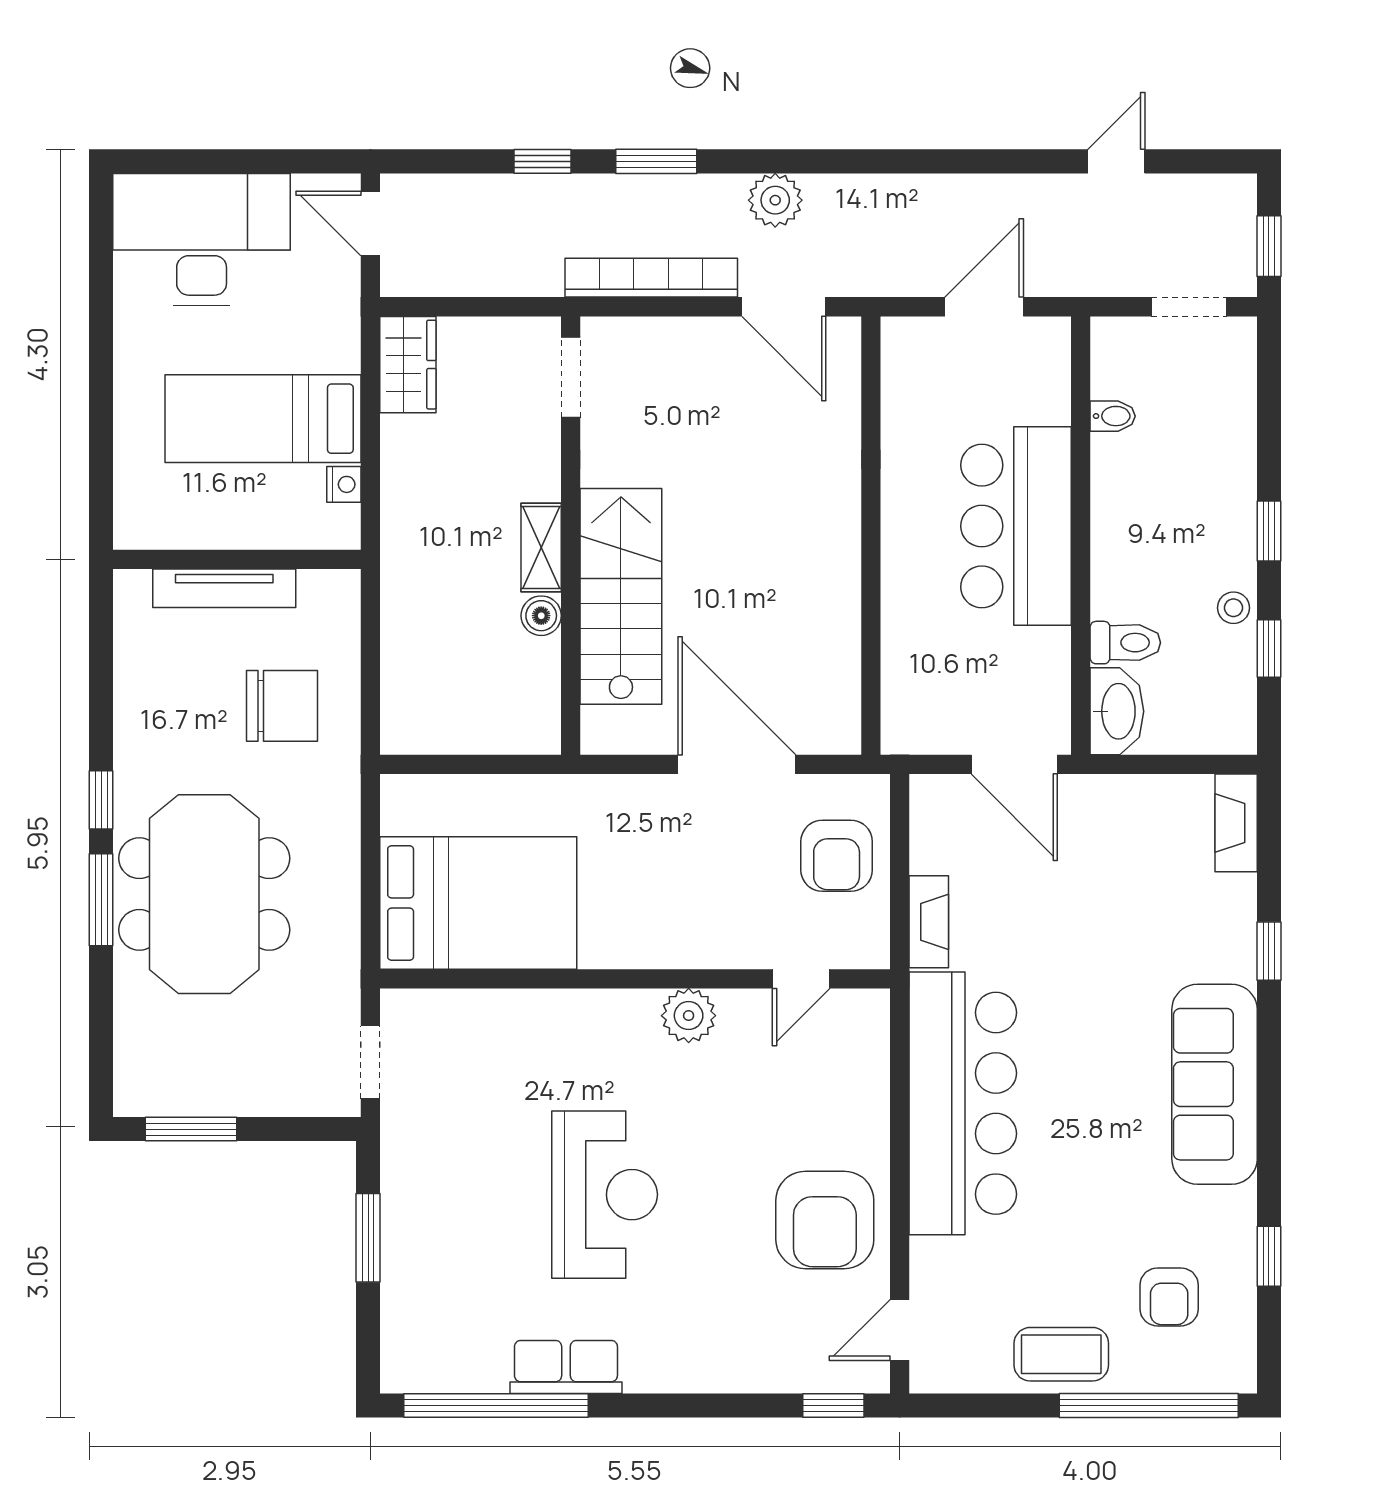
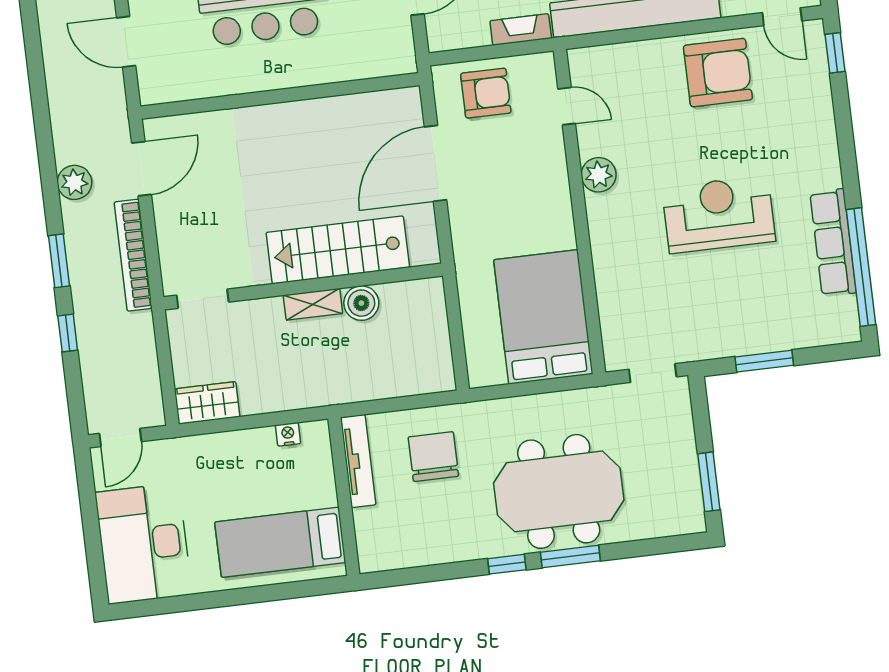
bed: (263, 419) -> (280, 542), moved, turned 90
tv unit: (224, 588) -> (358, 461), moved
boiler: (541, 616) -> (361, 303), width x1.36, depth x1.36
row of seats: (566, 1367) -> (833, 243), width x1.48

